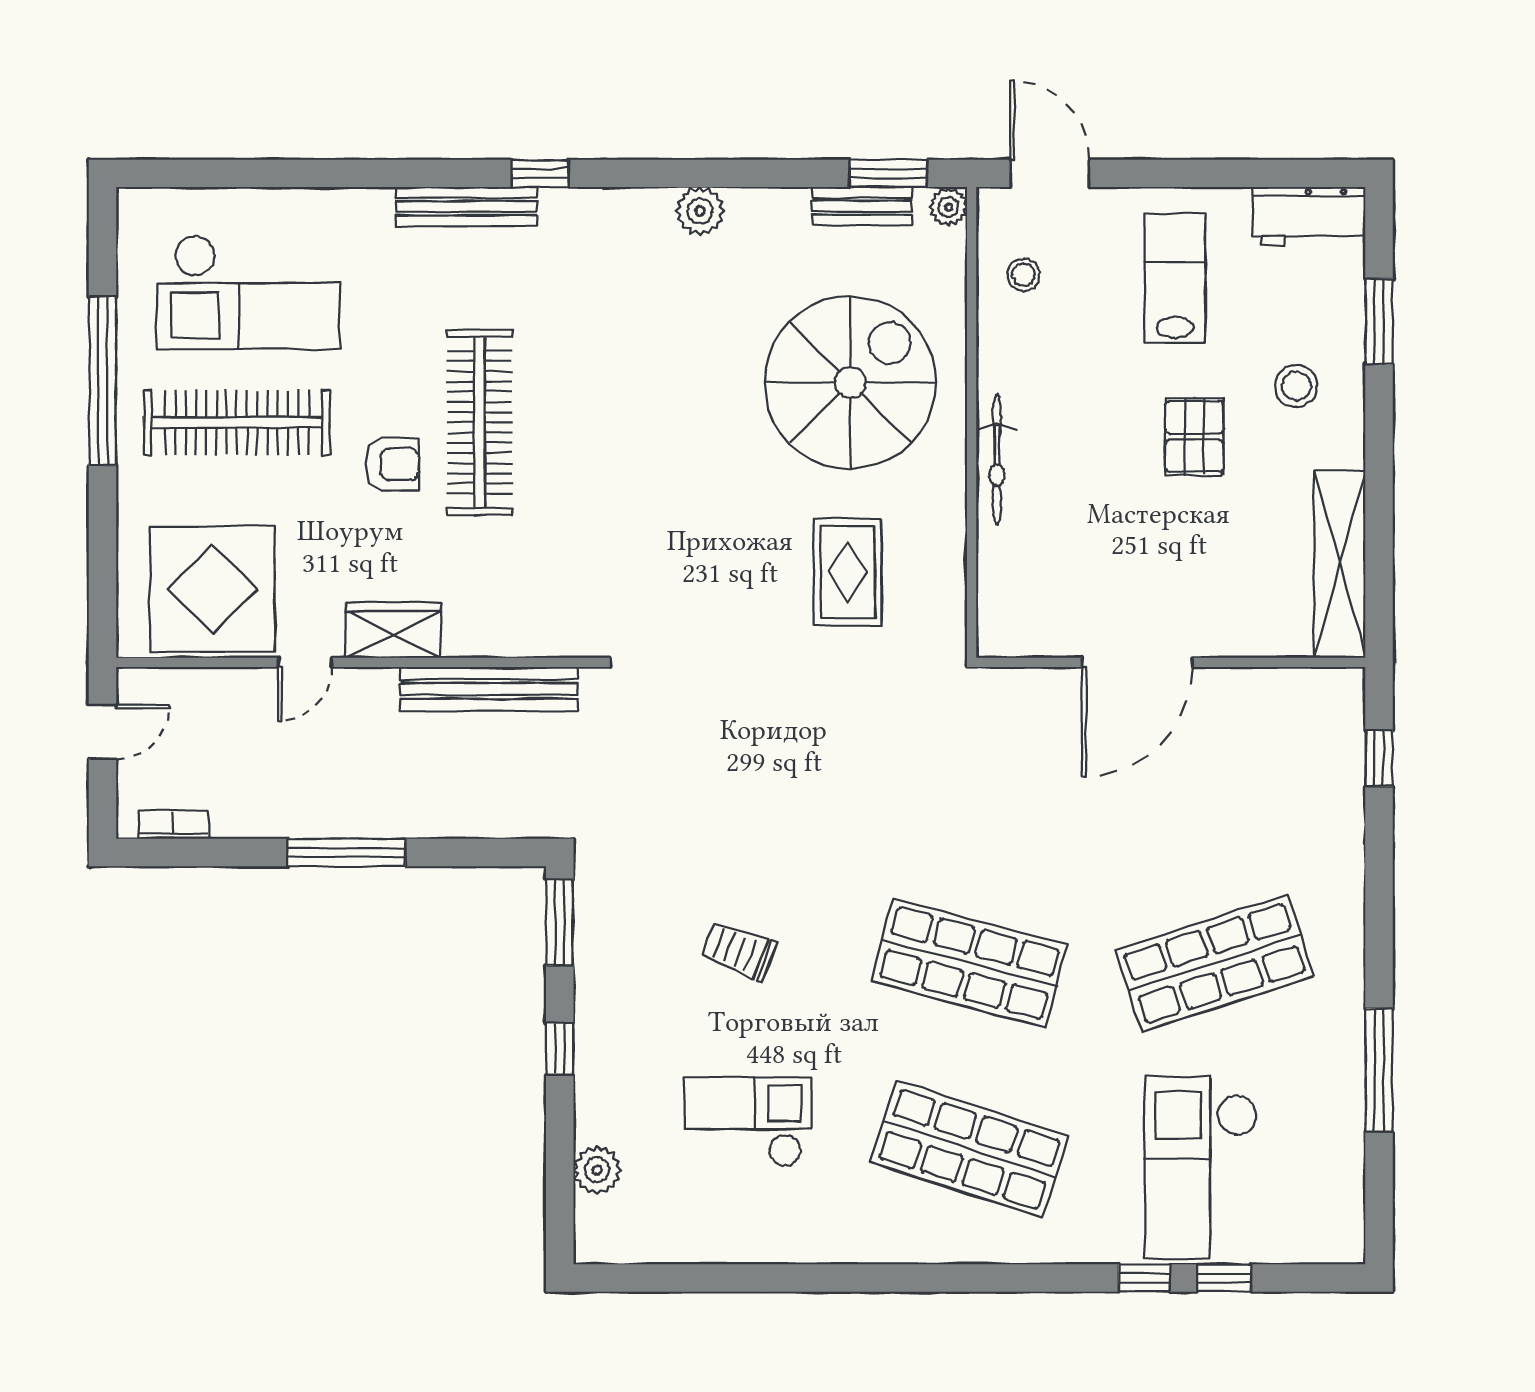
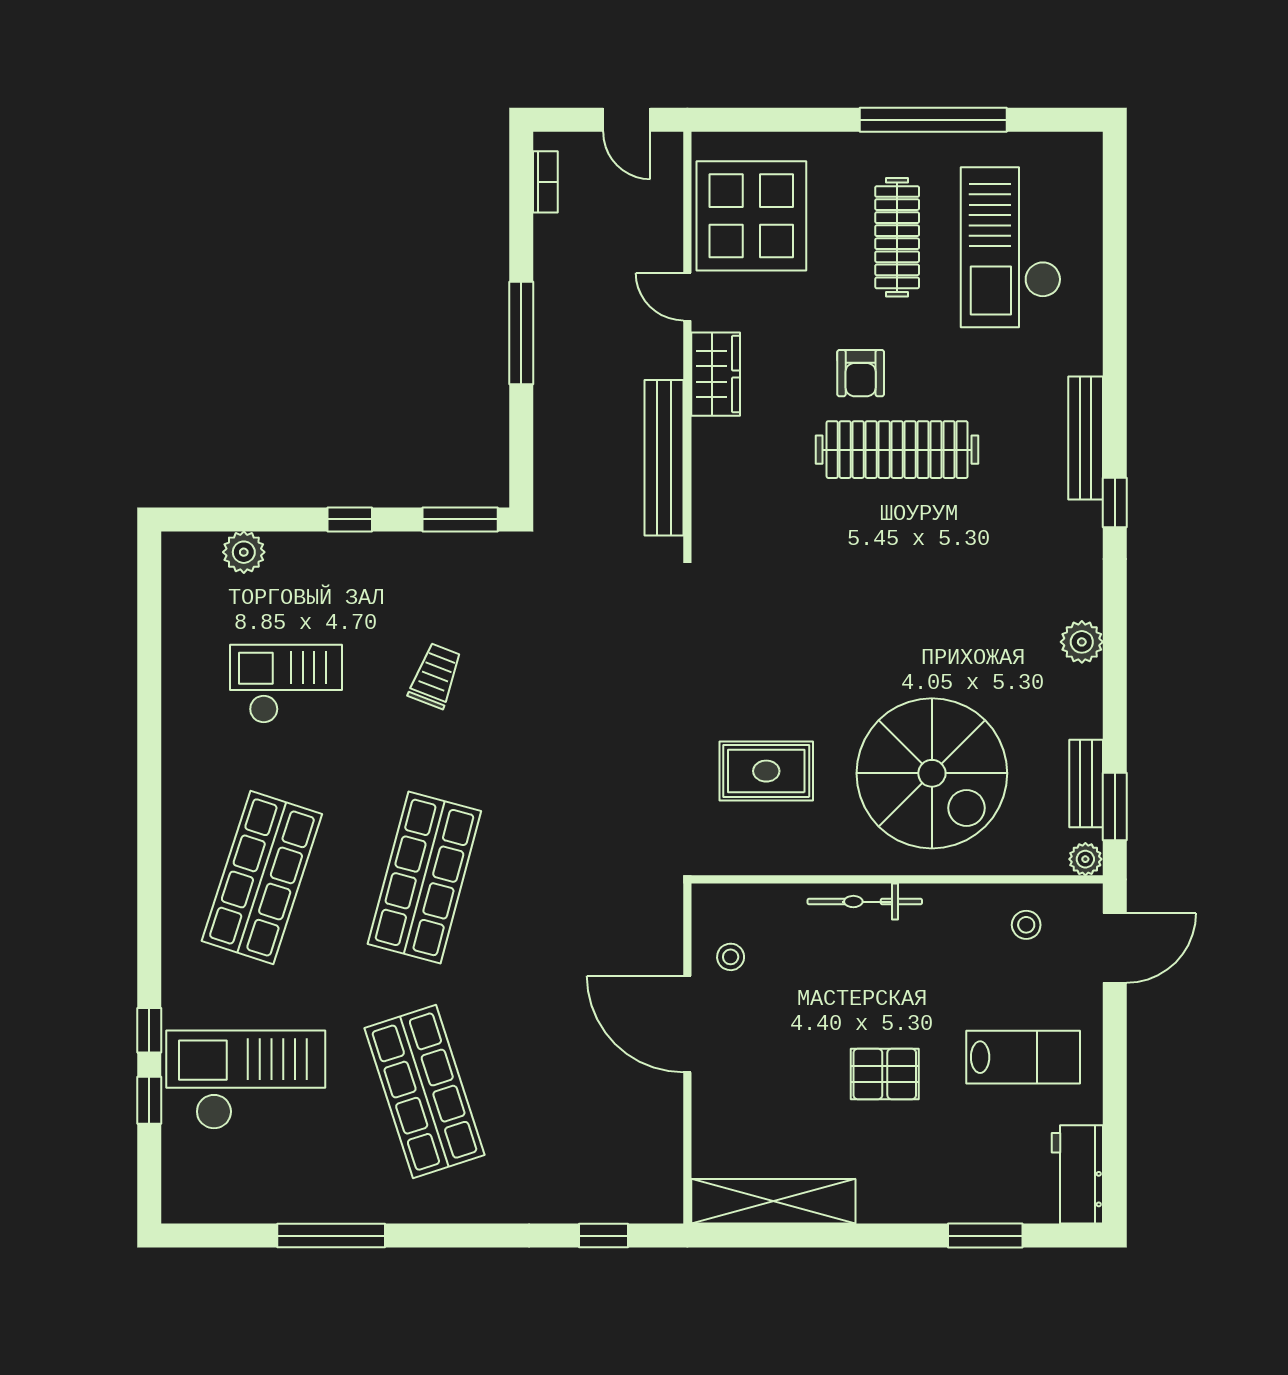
stool: (1296, 386) -> (731, 957), moved, width x0.73, depth x0.73
clothes rail: (237, 422) -> (897, 237), width x0.73, depth x0.76
checkout: (748, 1122) -> (286, 684), turned -90

